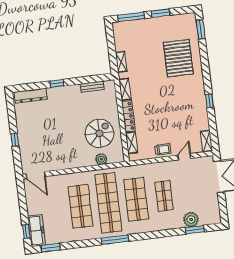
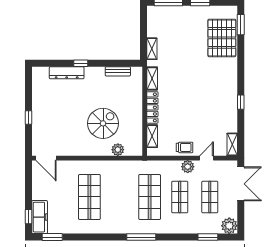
pallet: (178, 58) -> (222, 38), moved
dresser: (31, 96) -> (67, 73), moved
spiral stairs: (99, 133) -> (103, 123), moved
plant: (168, 167) -> (188, 167), added
shop shelf: (108, 203) -> (210, 197), moved, width x0.50, depth x0.74
plant: (191, 219) -> (229, 226), moved
window: (115, 240) -> (141, 237), moved

